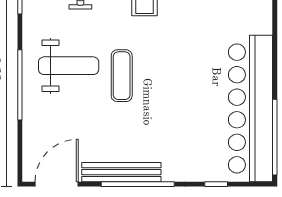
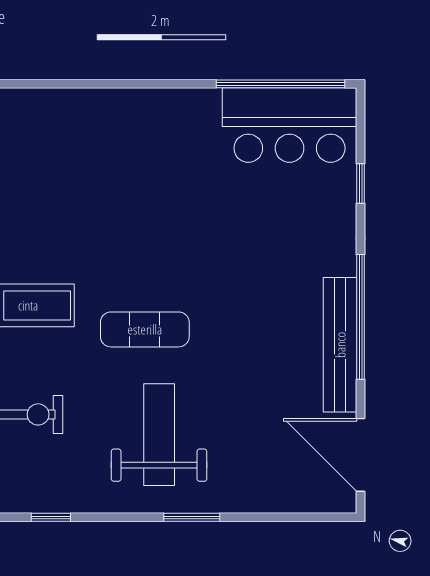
exercise mat: (122, 76) -> (145, 329), moved
window: (20, 85) -> (192, 517), width x0.47
bar counter: (251, 108) -> (290, 125), width x0.54

